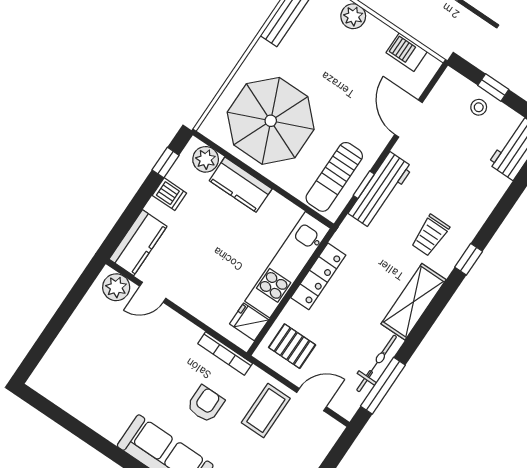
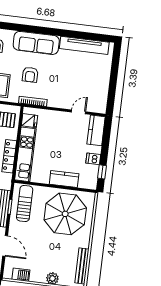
plant: (206, 159) -> (85, 182), removed
plant: (116, 287) -> (96, 106), removed
tv unit: (81, 407) -> (84, 45), added

